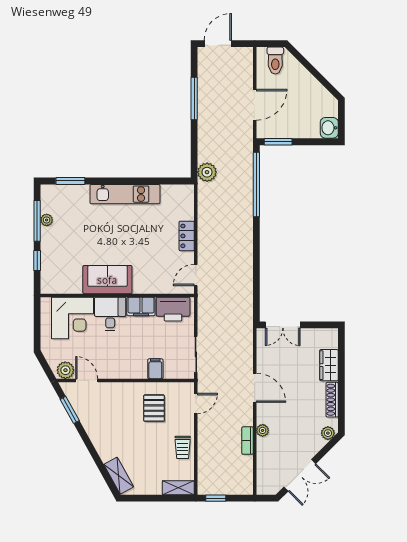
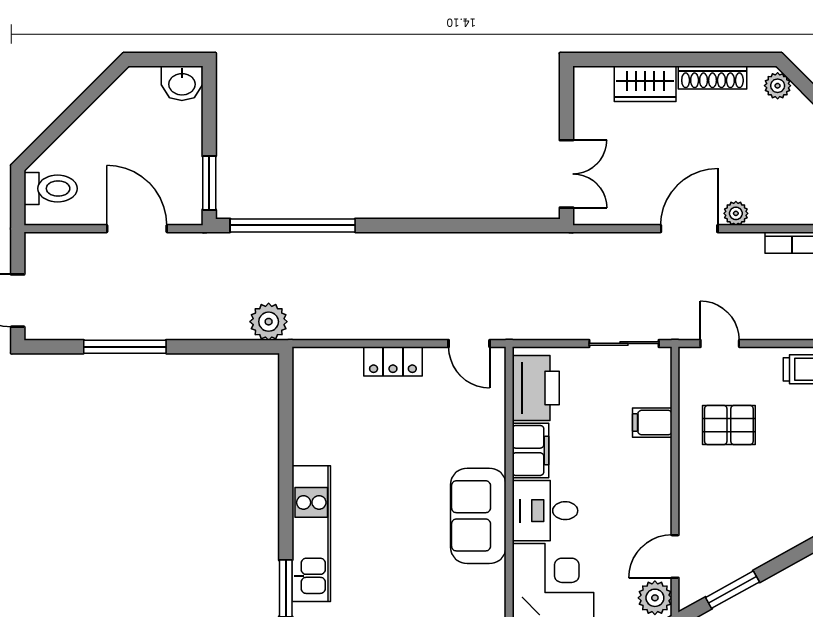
kitchen unit: (125, 194) -> (311, 534), moved
plant: (263, 430) -> (736, 213), moved

